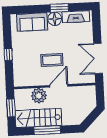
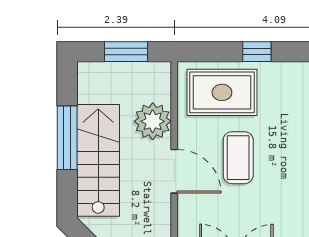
rug: (26, 68) -> (222, 92), added
stairs: (38, 118) -> (98, 160), moved

